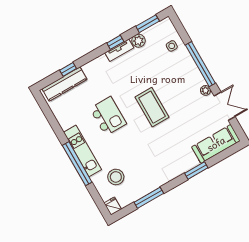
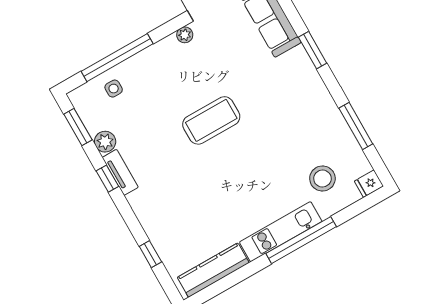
window: (200, 64) -> (117, 58), moved
kitchen counter: (64, 84) -> (213, 270), moved, turned -90
kitchen island: (108, 116) -> (225, 191), removed

